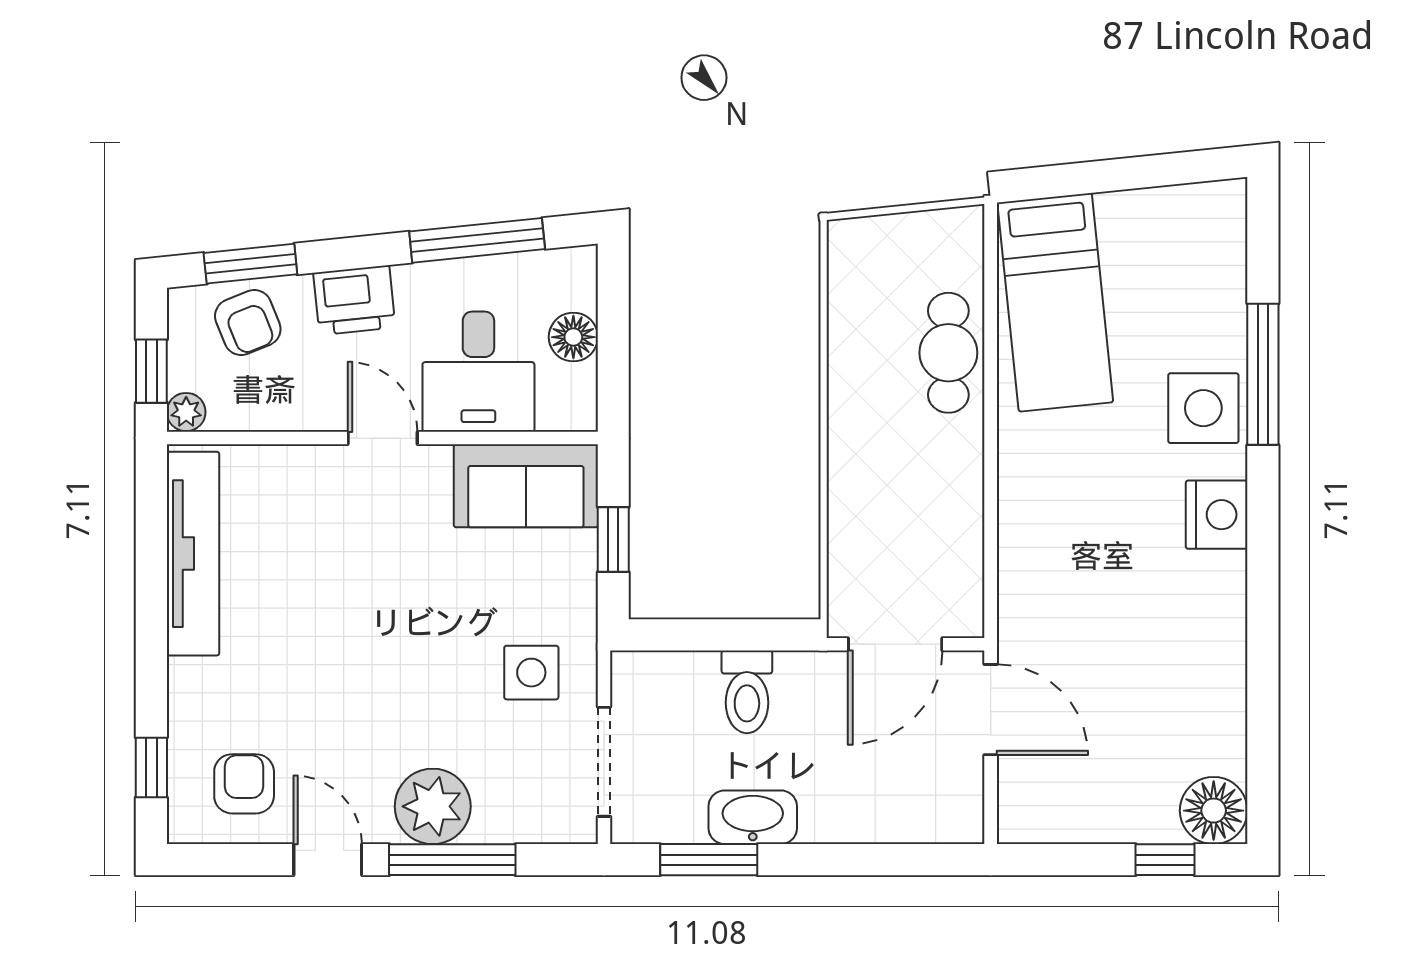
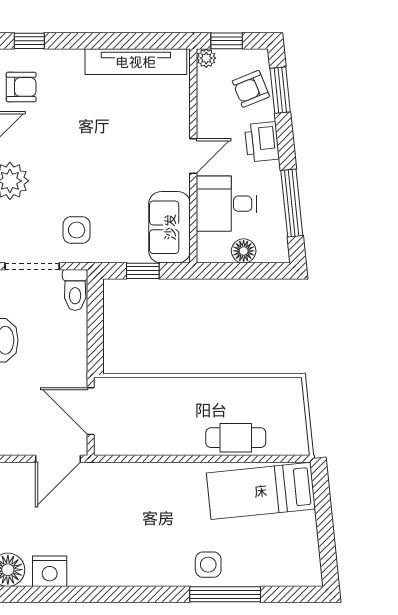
side table: (1203, 408) -> (208, 565), width x0.73, depth x0.73
nightstand: (1217, 515) -> (50, 571), moved
toilet: (747, 692) -> (75, 290), moved, turned -90

